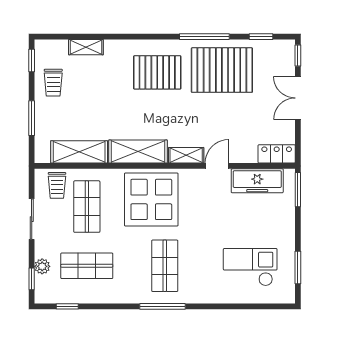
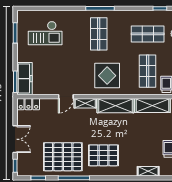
freezer: (257, 181) -> (24, 79), moved, turned 90
display table: (151, 199) -> (107, 76), width x0.73, depth x0.73

